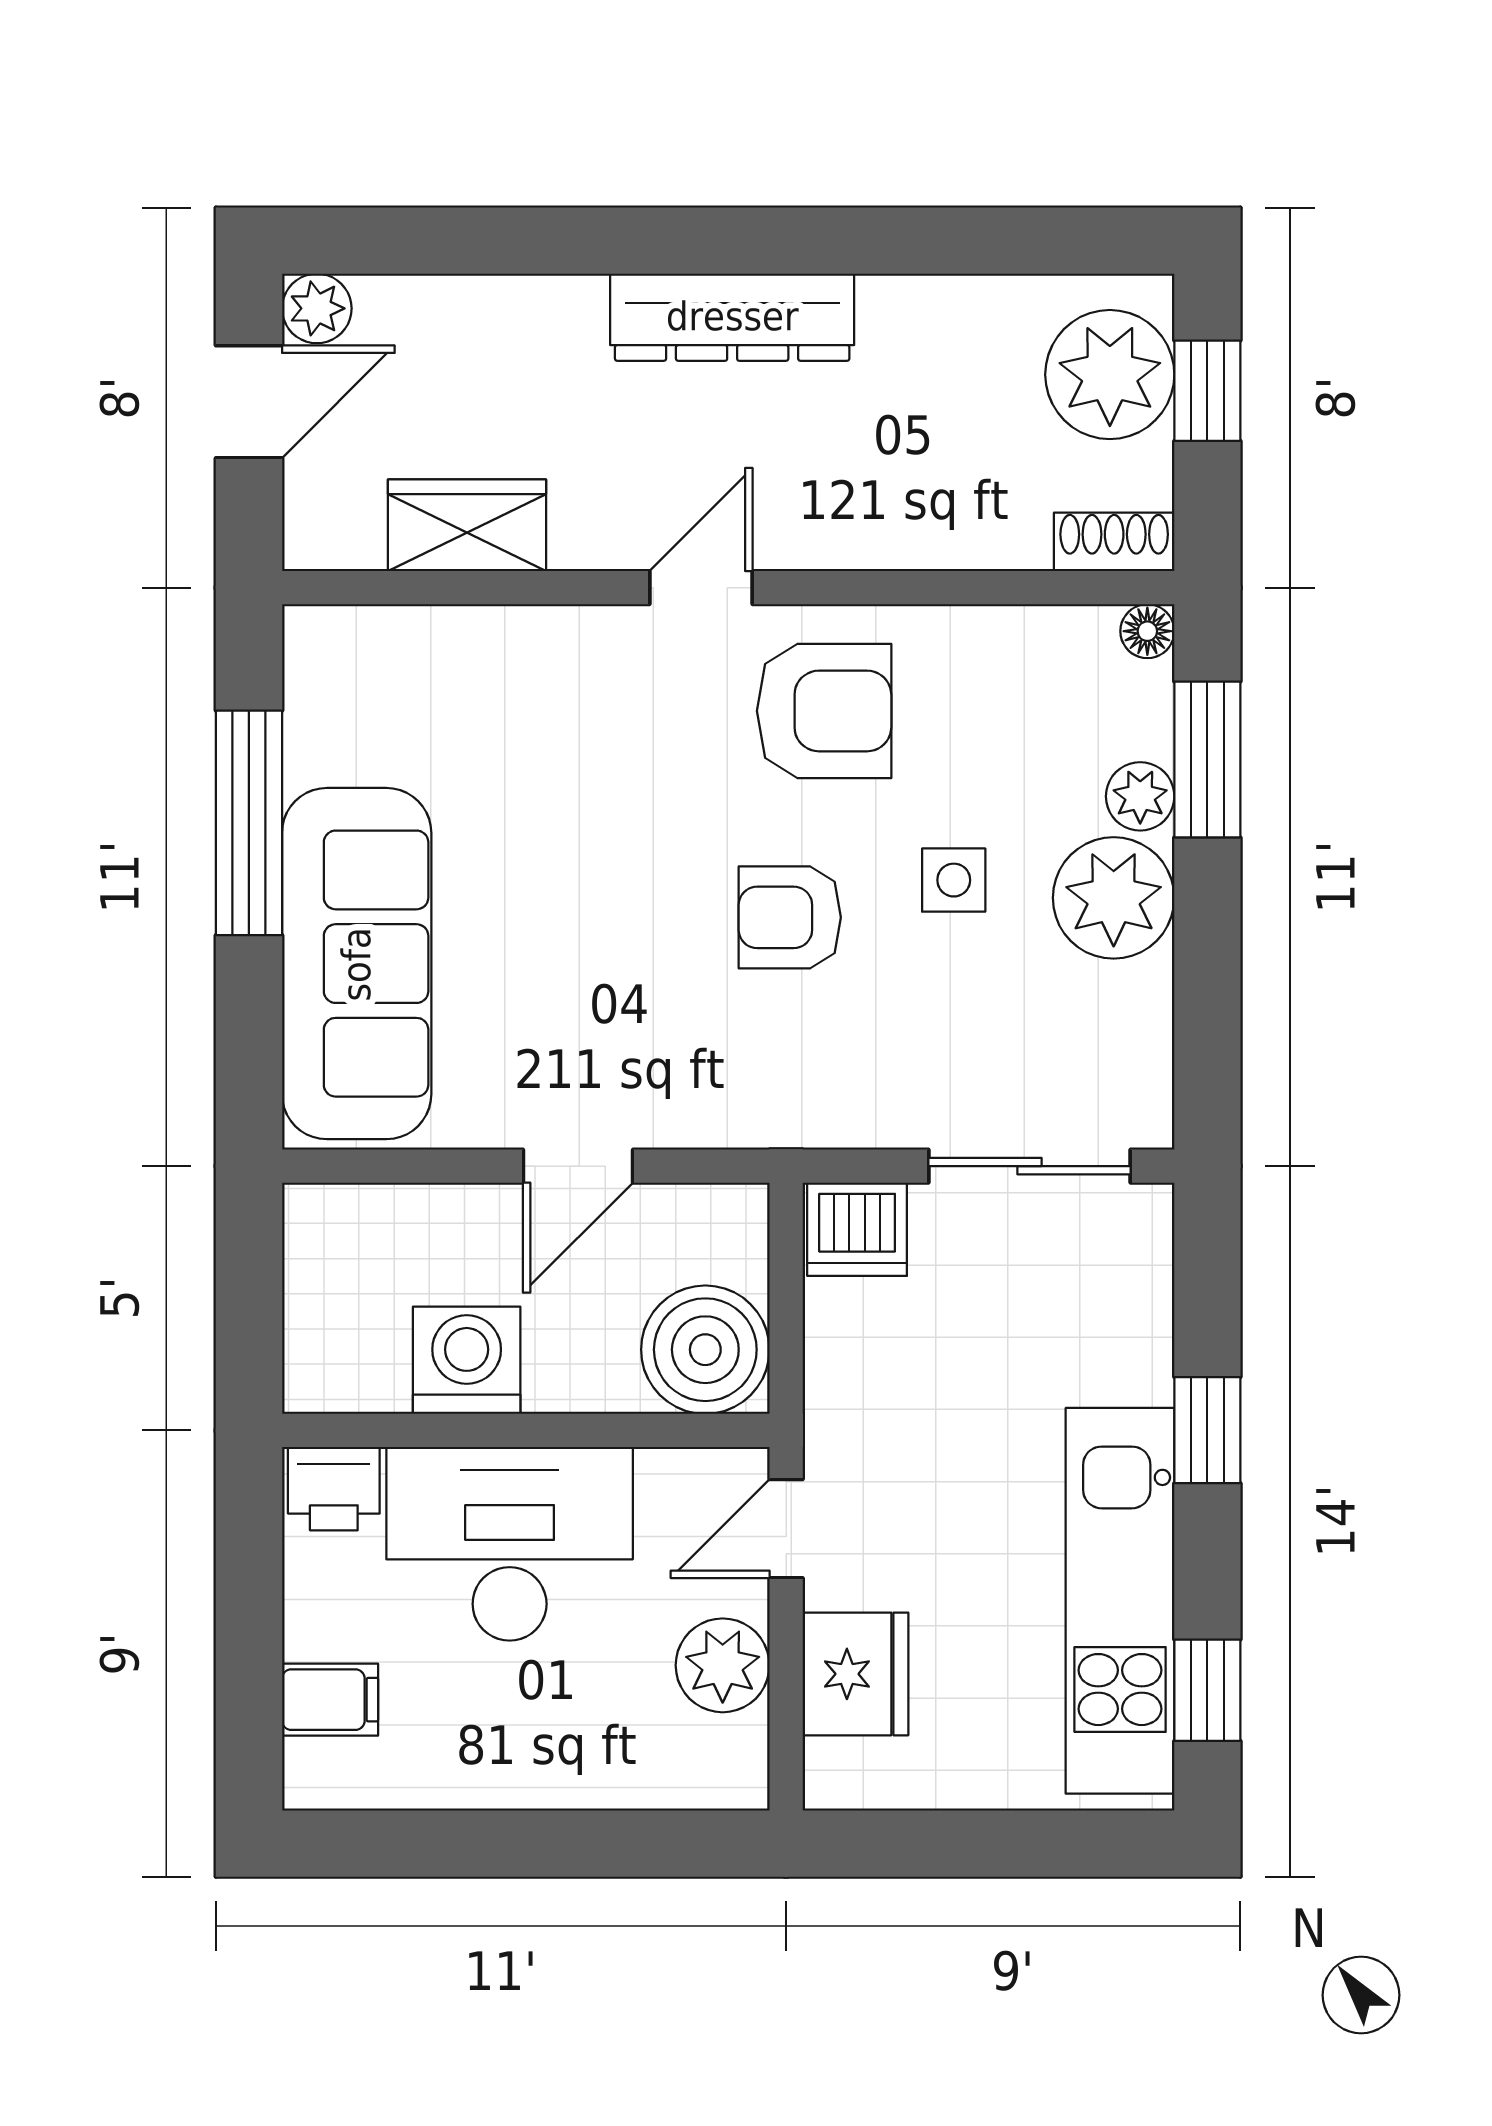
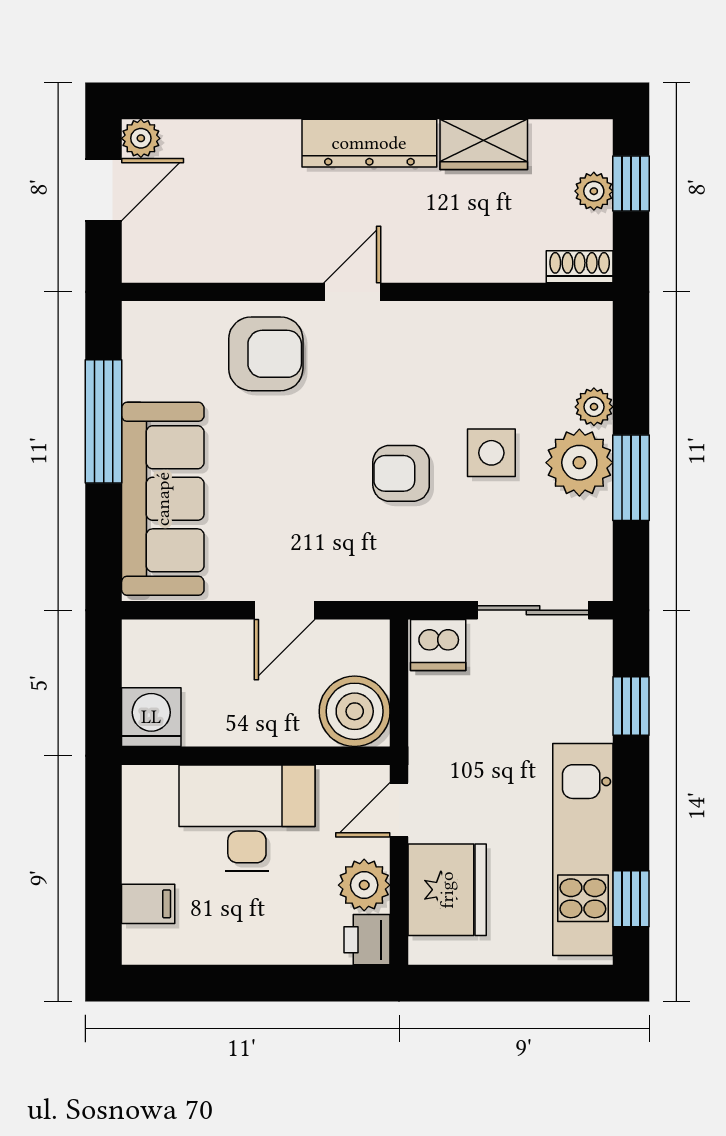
plant: (1110, 375) -> (594, 191), width x0.53, depth x0.53
wardrobe: (467, 525) -> (484, 144), moved, turned 180
floor lamp: (1147, 631) -> (598, 316), removed
armchair: (824, 711) -> (266, 354), moved
window: (1207, 759) -> (631, 478), moved
side table: (954, 880) -> (491, 453), width x1.37, depth x1.37
washing machine: (467, 1360) -> (151, 717), moved
window: (1207, 1430) -> (631, 706), moved
printer: (334, 1489) -> (367, 940), moved, turned 90
fridge: (855, 1674) -> (447, 890), width x1.36, depth x1.34

